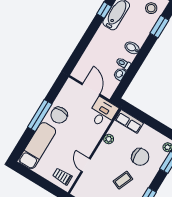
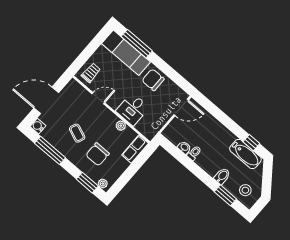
bidet: (132, 48) -> (222, 176), moved
door: (91, 89) -> (181, 107), moved
desk: (103, 113) -> (133, 109), moved, turned 90
window: (40, 115) -> (137, 44), moved

